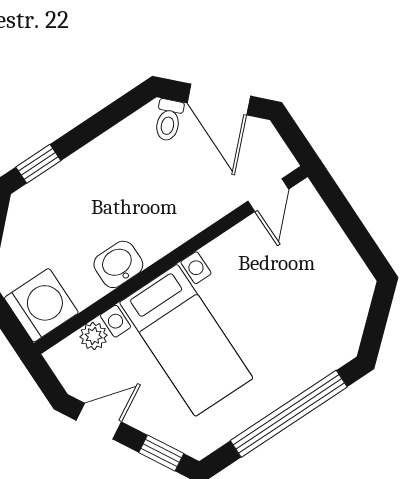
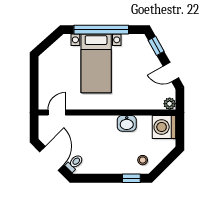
stool: (40, 214) -> (143, 160), added
plant: (94, 336) -> (170, 104), moved
bed with nightstands: (186, 340) -> (96, 63), moved, turned 180

